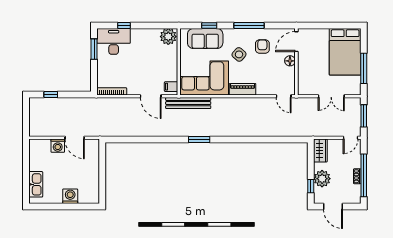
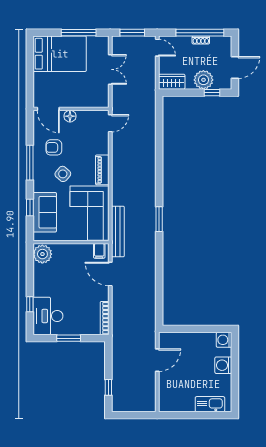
window: (94, 49) -> (69, 338), moved
door: (151, 96) -> (110, 274), swing flipped
washing machine: (58, 146) -> (224, 340), moved, turned 180

